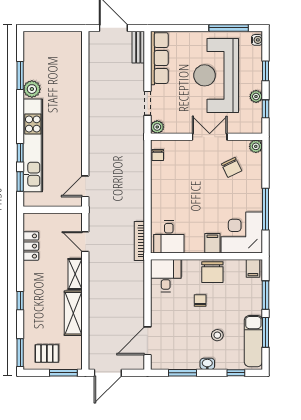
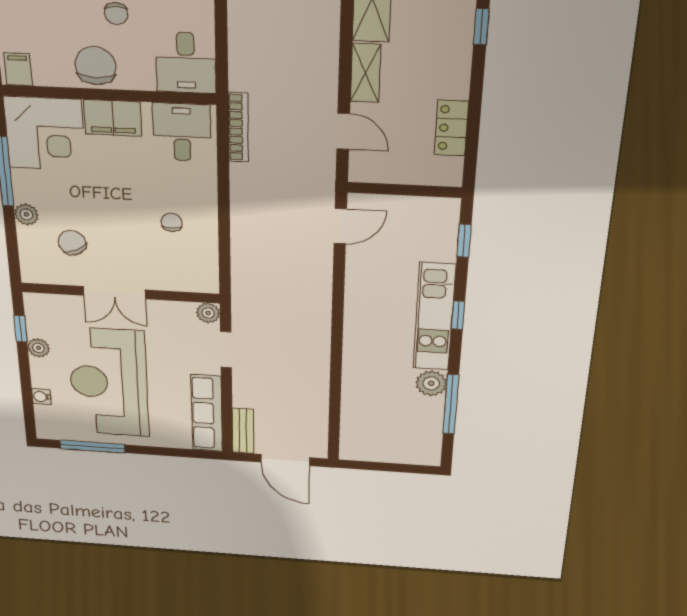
water cooler: (257, 40) -> (41, 397), moved
window: (266, 71) -> (26, 383), removed
reception desk: (216, 75) -> (109, 382), turned 180
window: (20, 76) -> (451, 404), width x1.44
kitchen unit: (33, 145) -> (434, 317), width x0.73
plant: (256, 146) -> (26, 214), moved
window: (20, 153) -> (458, 315), moved
chair: (158, 155) -> (172, 222), moved
filing cabinet: (212, 243) -> (113, 118), width x2.00

